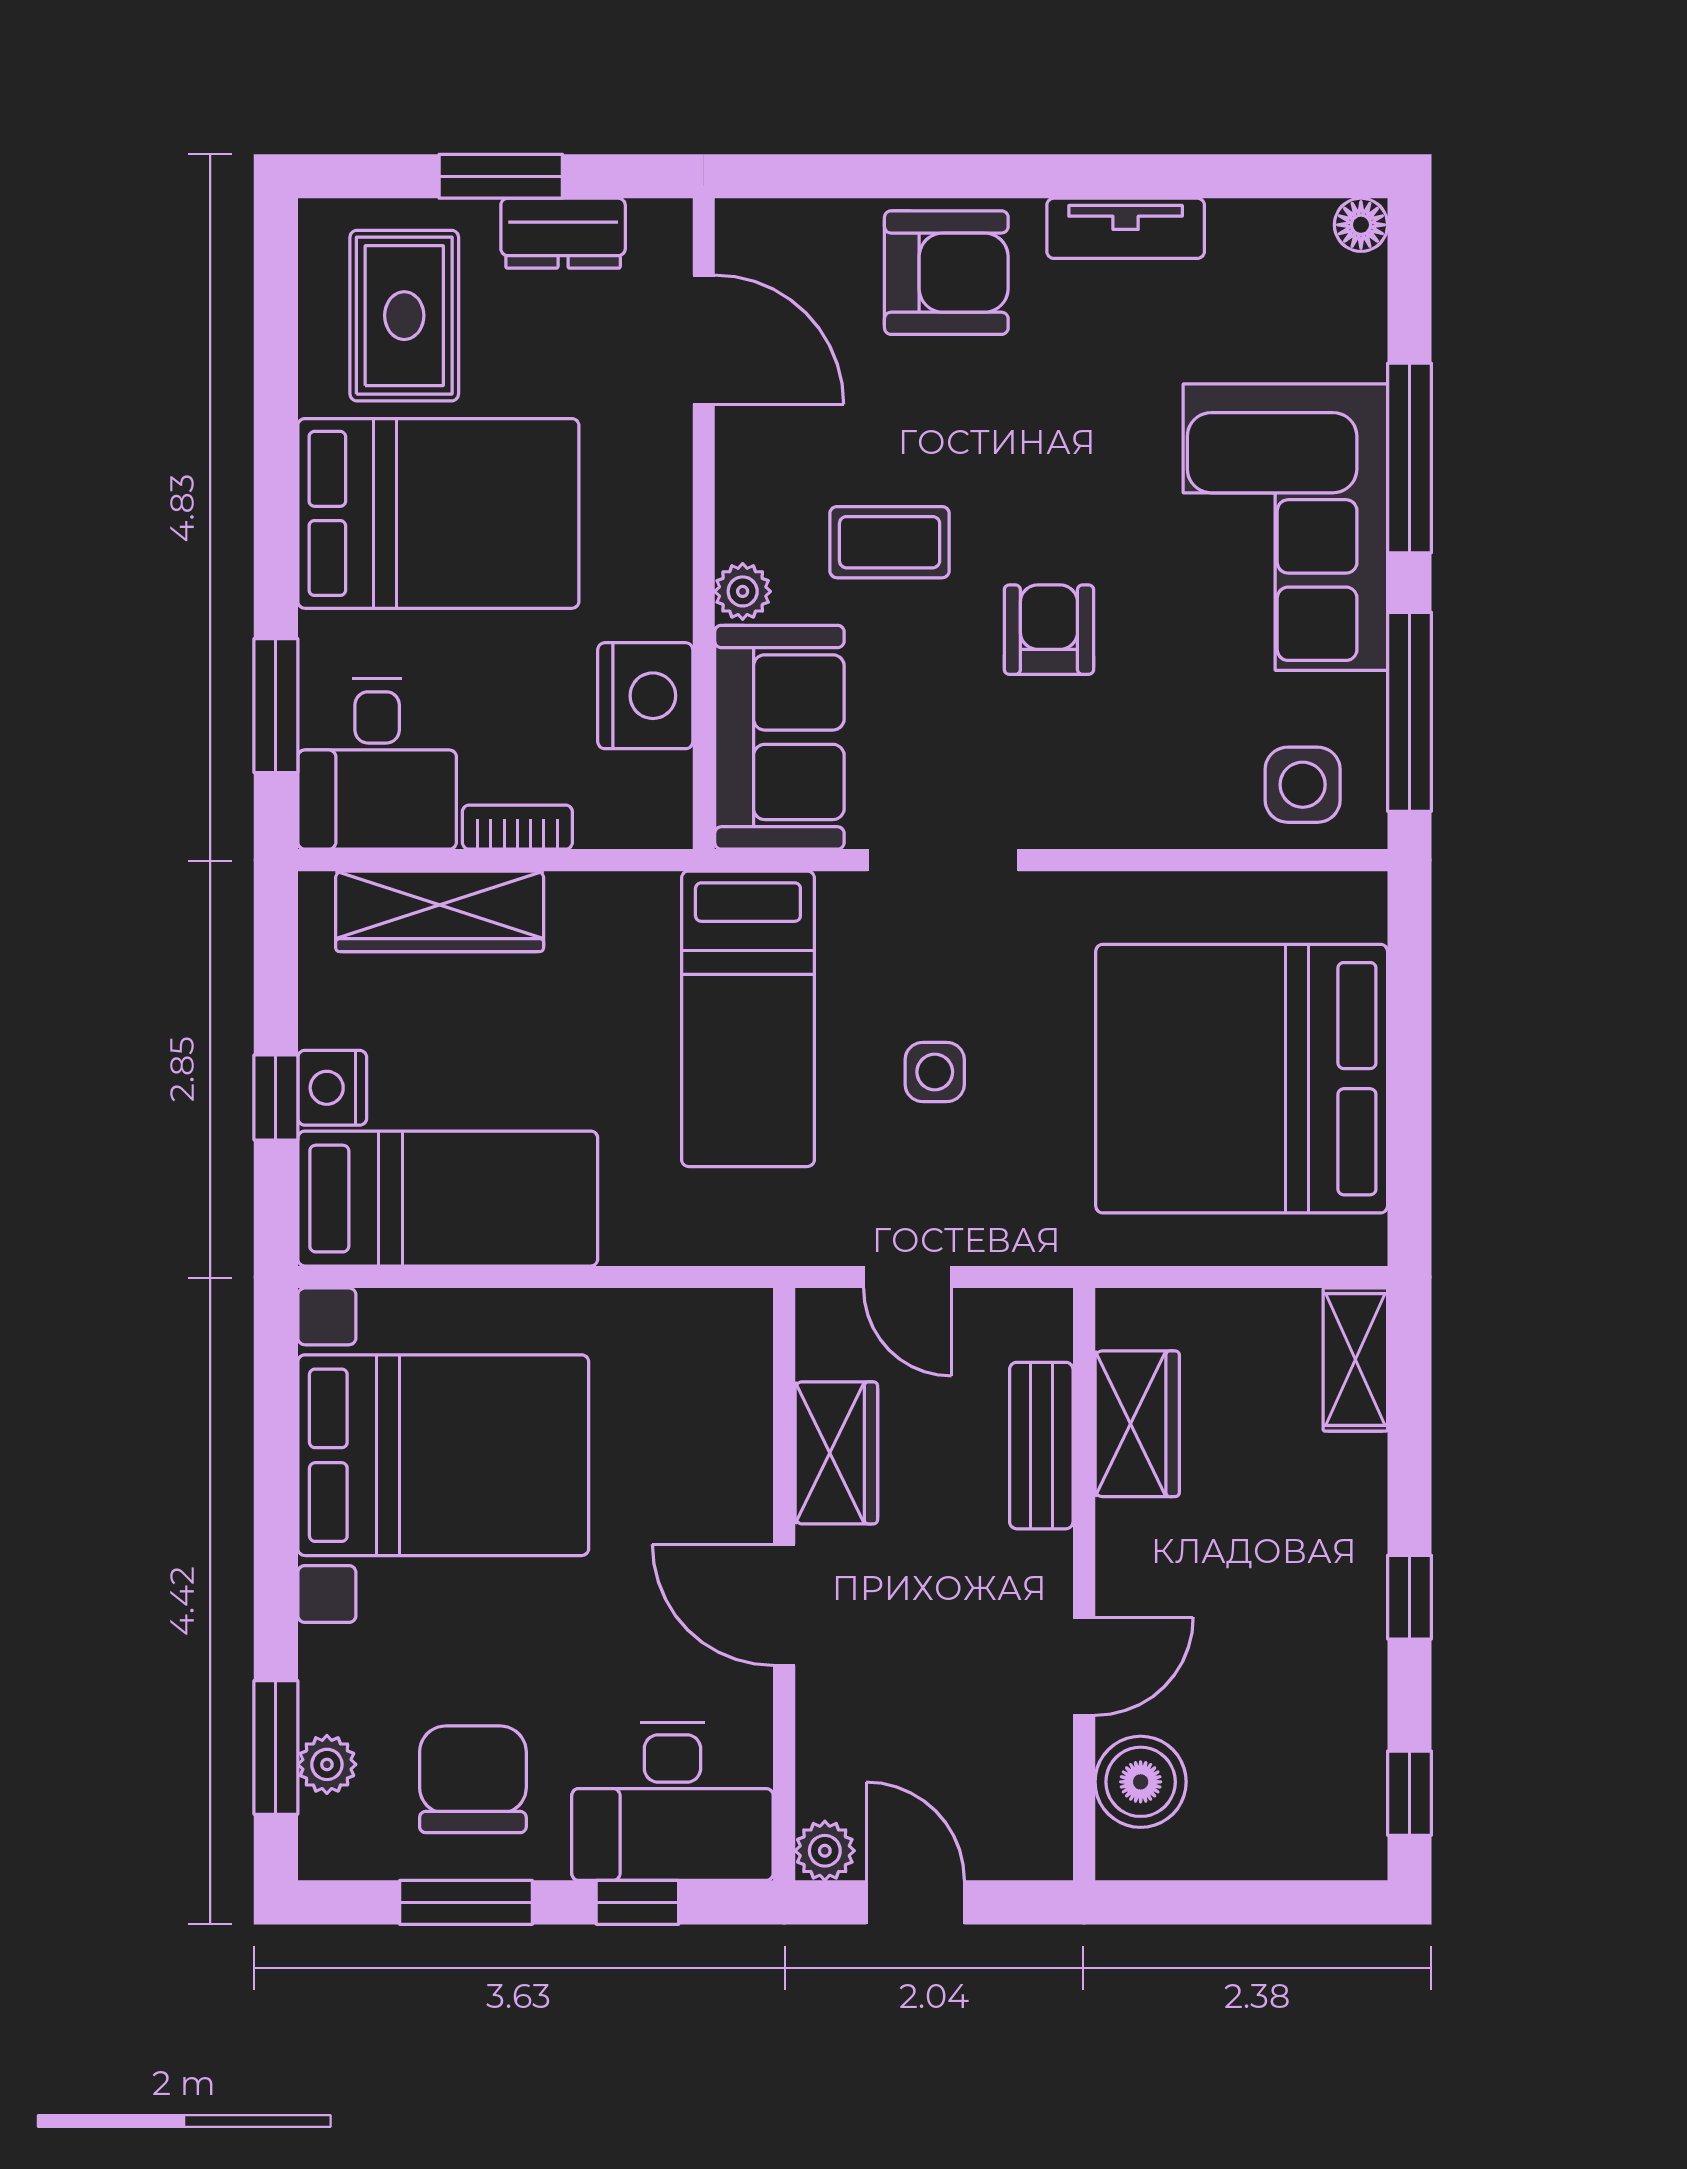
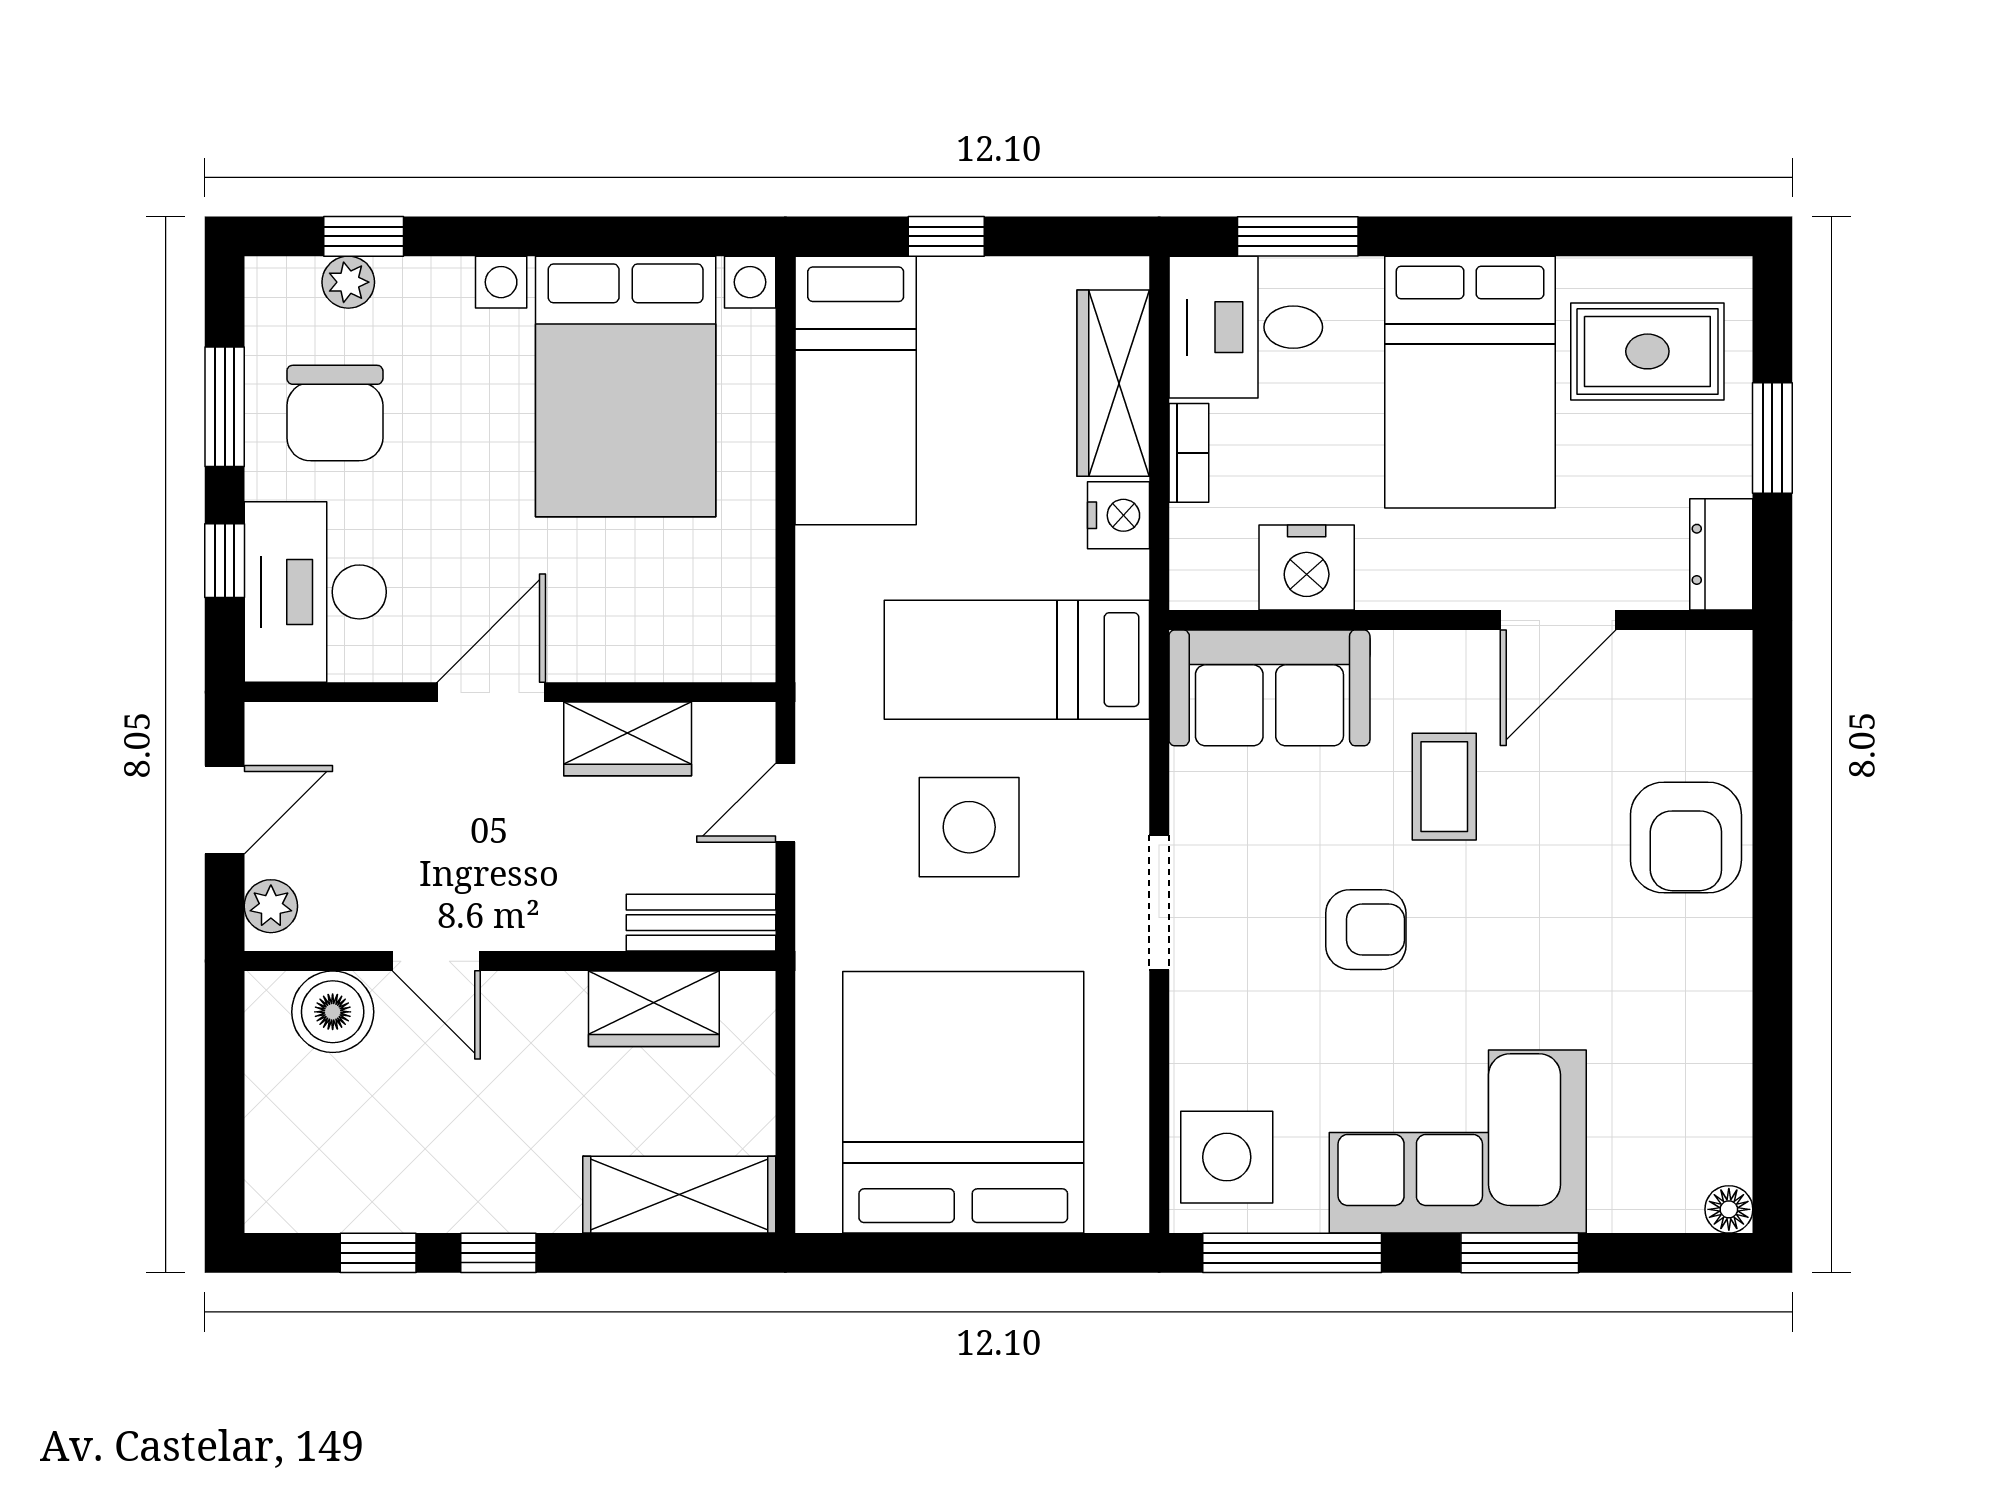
tv unit: (1126, 228) -> (1726, 998), removed
dresser: (563, 233) -> (1721, 554), moved
door: (704, 340) -> (1558, 620), moved
window: (1410, 458) -> (1520, 1253), width x0.69
plant: (743, 591) -> (1400, 655), removed
side table: (1303, 785) -> (1227, 1157), width x1.37, depth x1.37
doorway: (943, 860) -> (1159, 902), moved
side table: (935, 1072) -> (969, 827), width x1.87, depth x1.87
nightstand: (332, 1088) -> (1118, 515), moved, turned 90
shelving: (1355, 1360) -> (679, 1195), width x1.50, depth x1.33
bench: (1041, 1446) -> (701, 923), moved
window: (276, 1747) -> (364, 236), width x0.67
chair: (473, 1779) -> (335, 413), turned 90
window: (1410, 1793) -> (378, 1253), moved
plant: (825, 1851) -> (271, 906), moved

